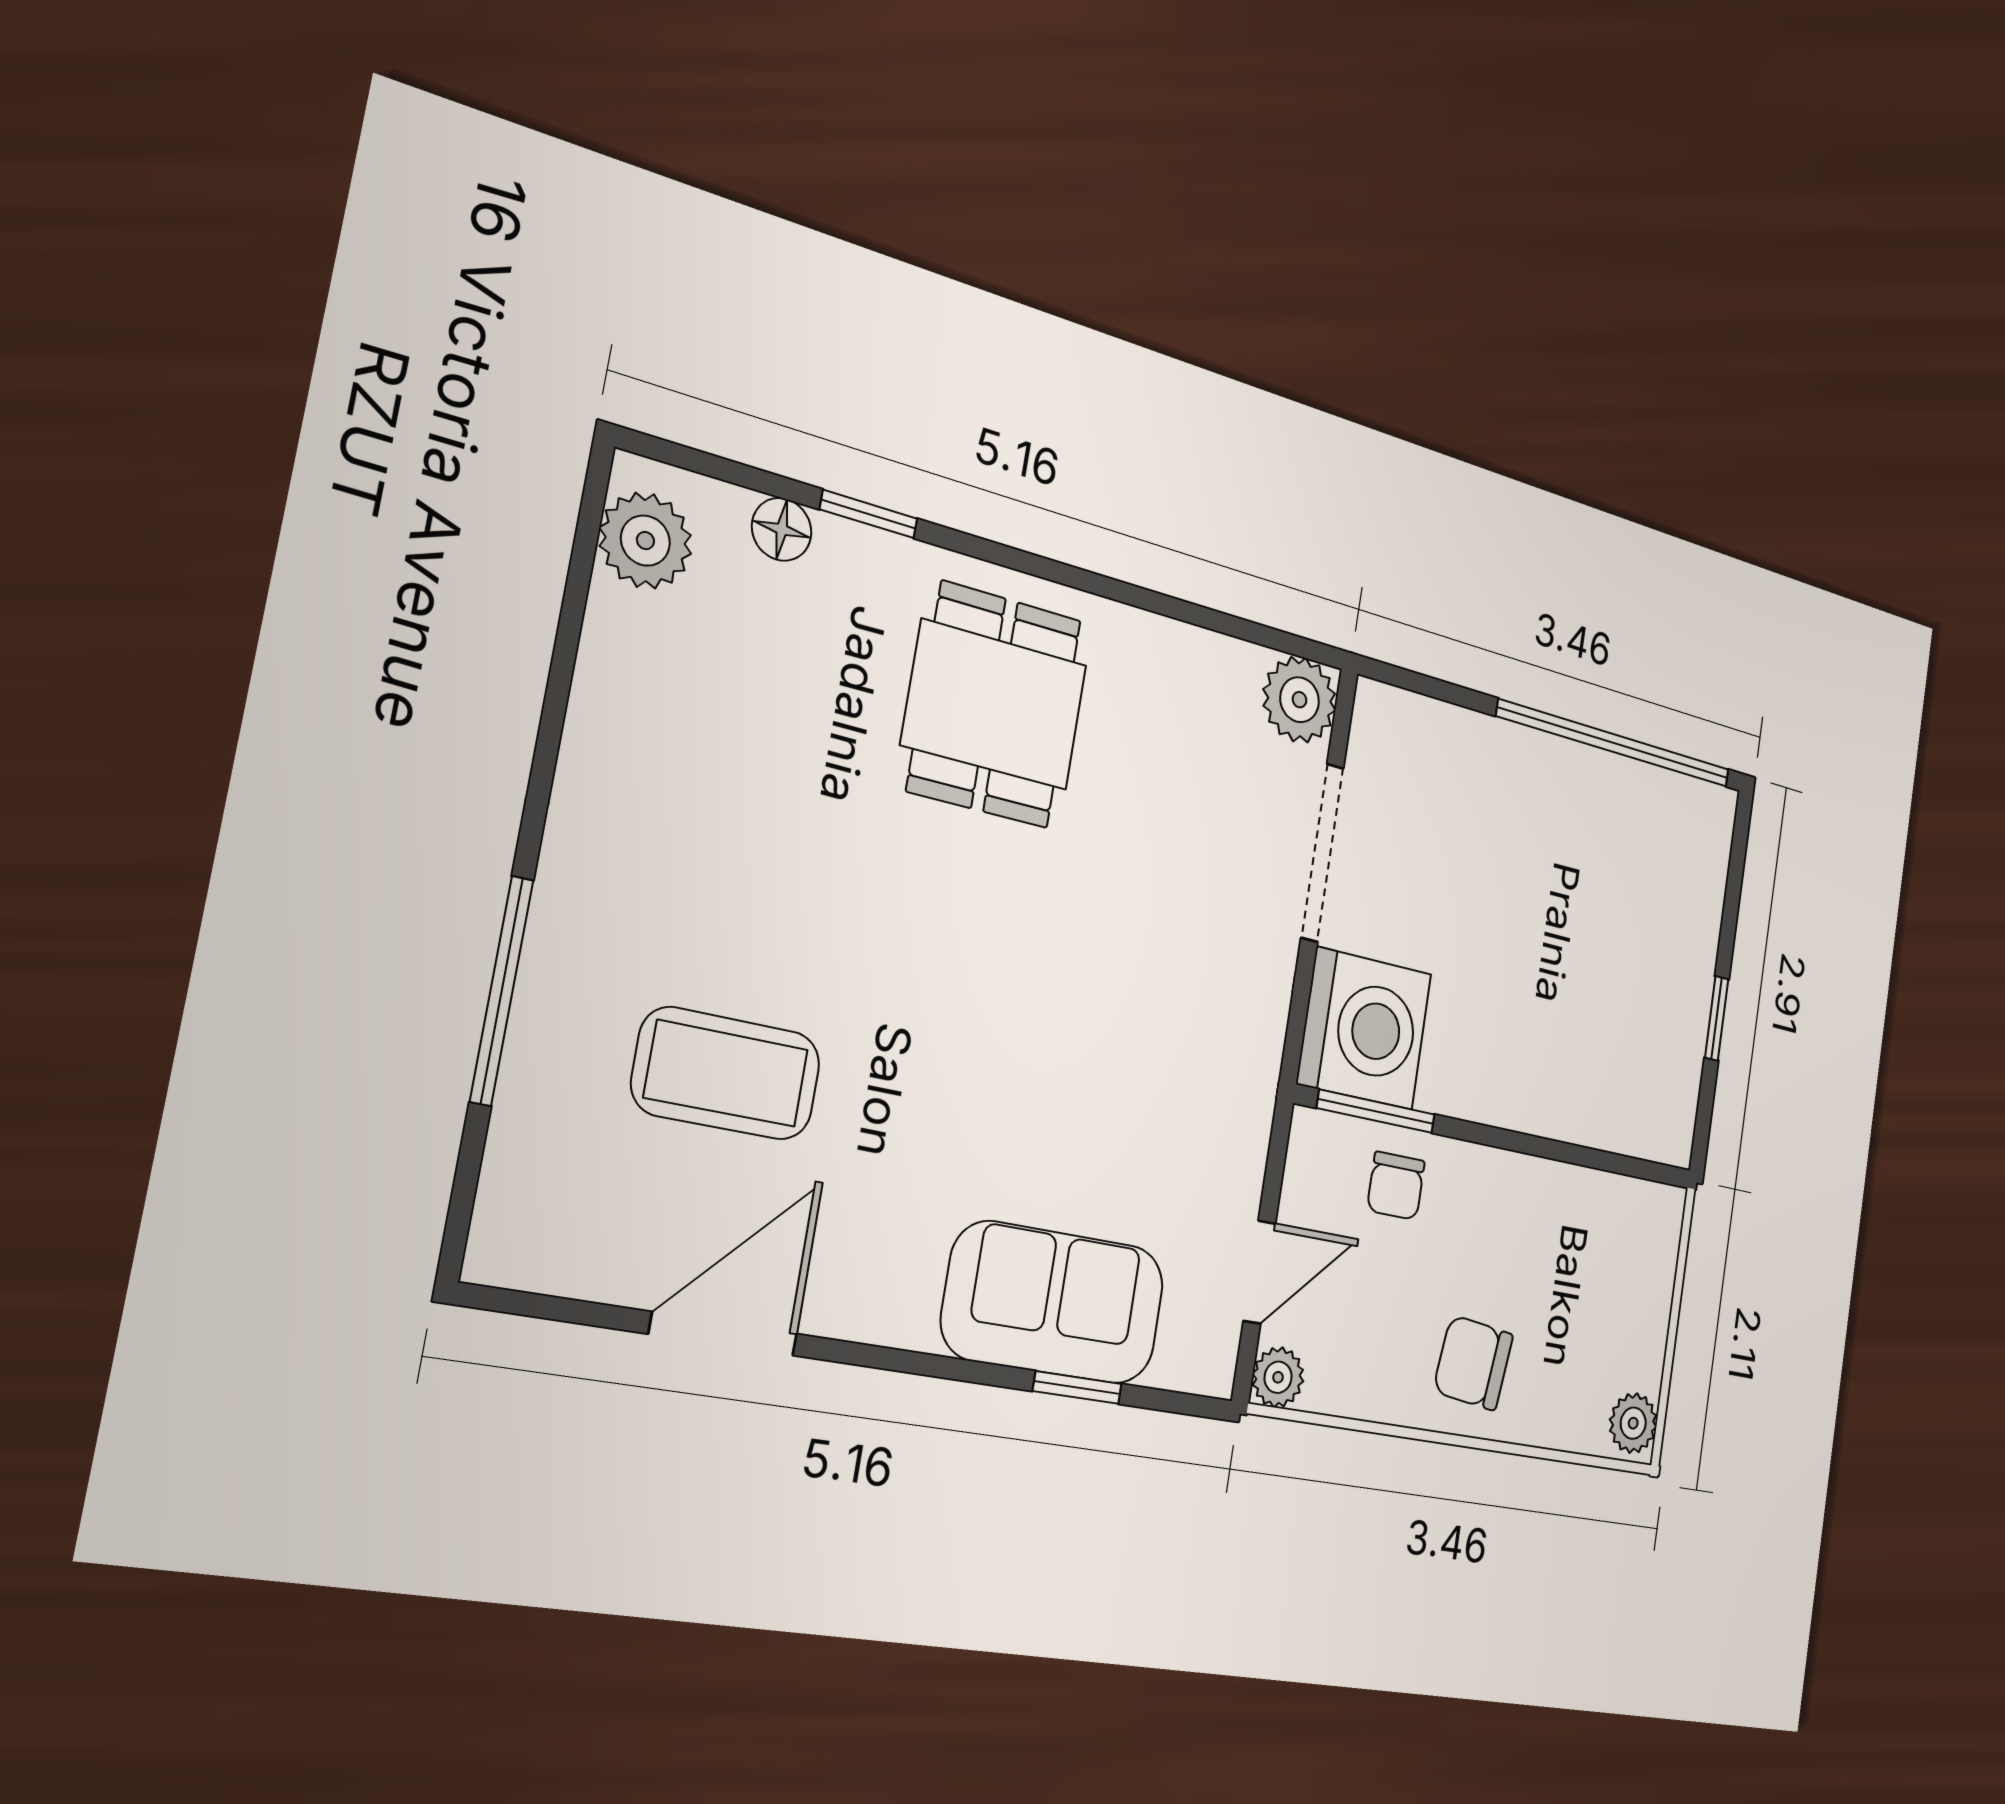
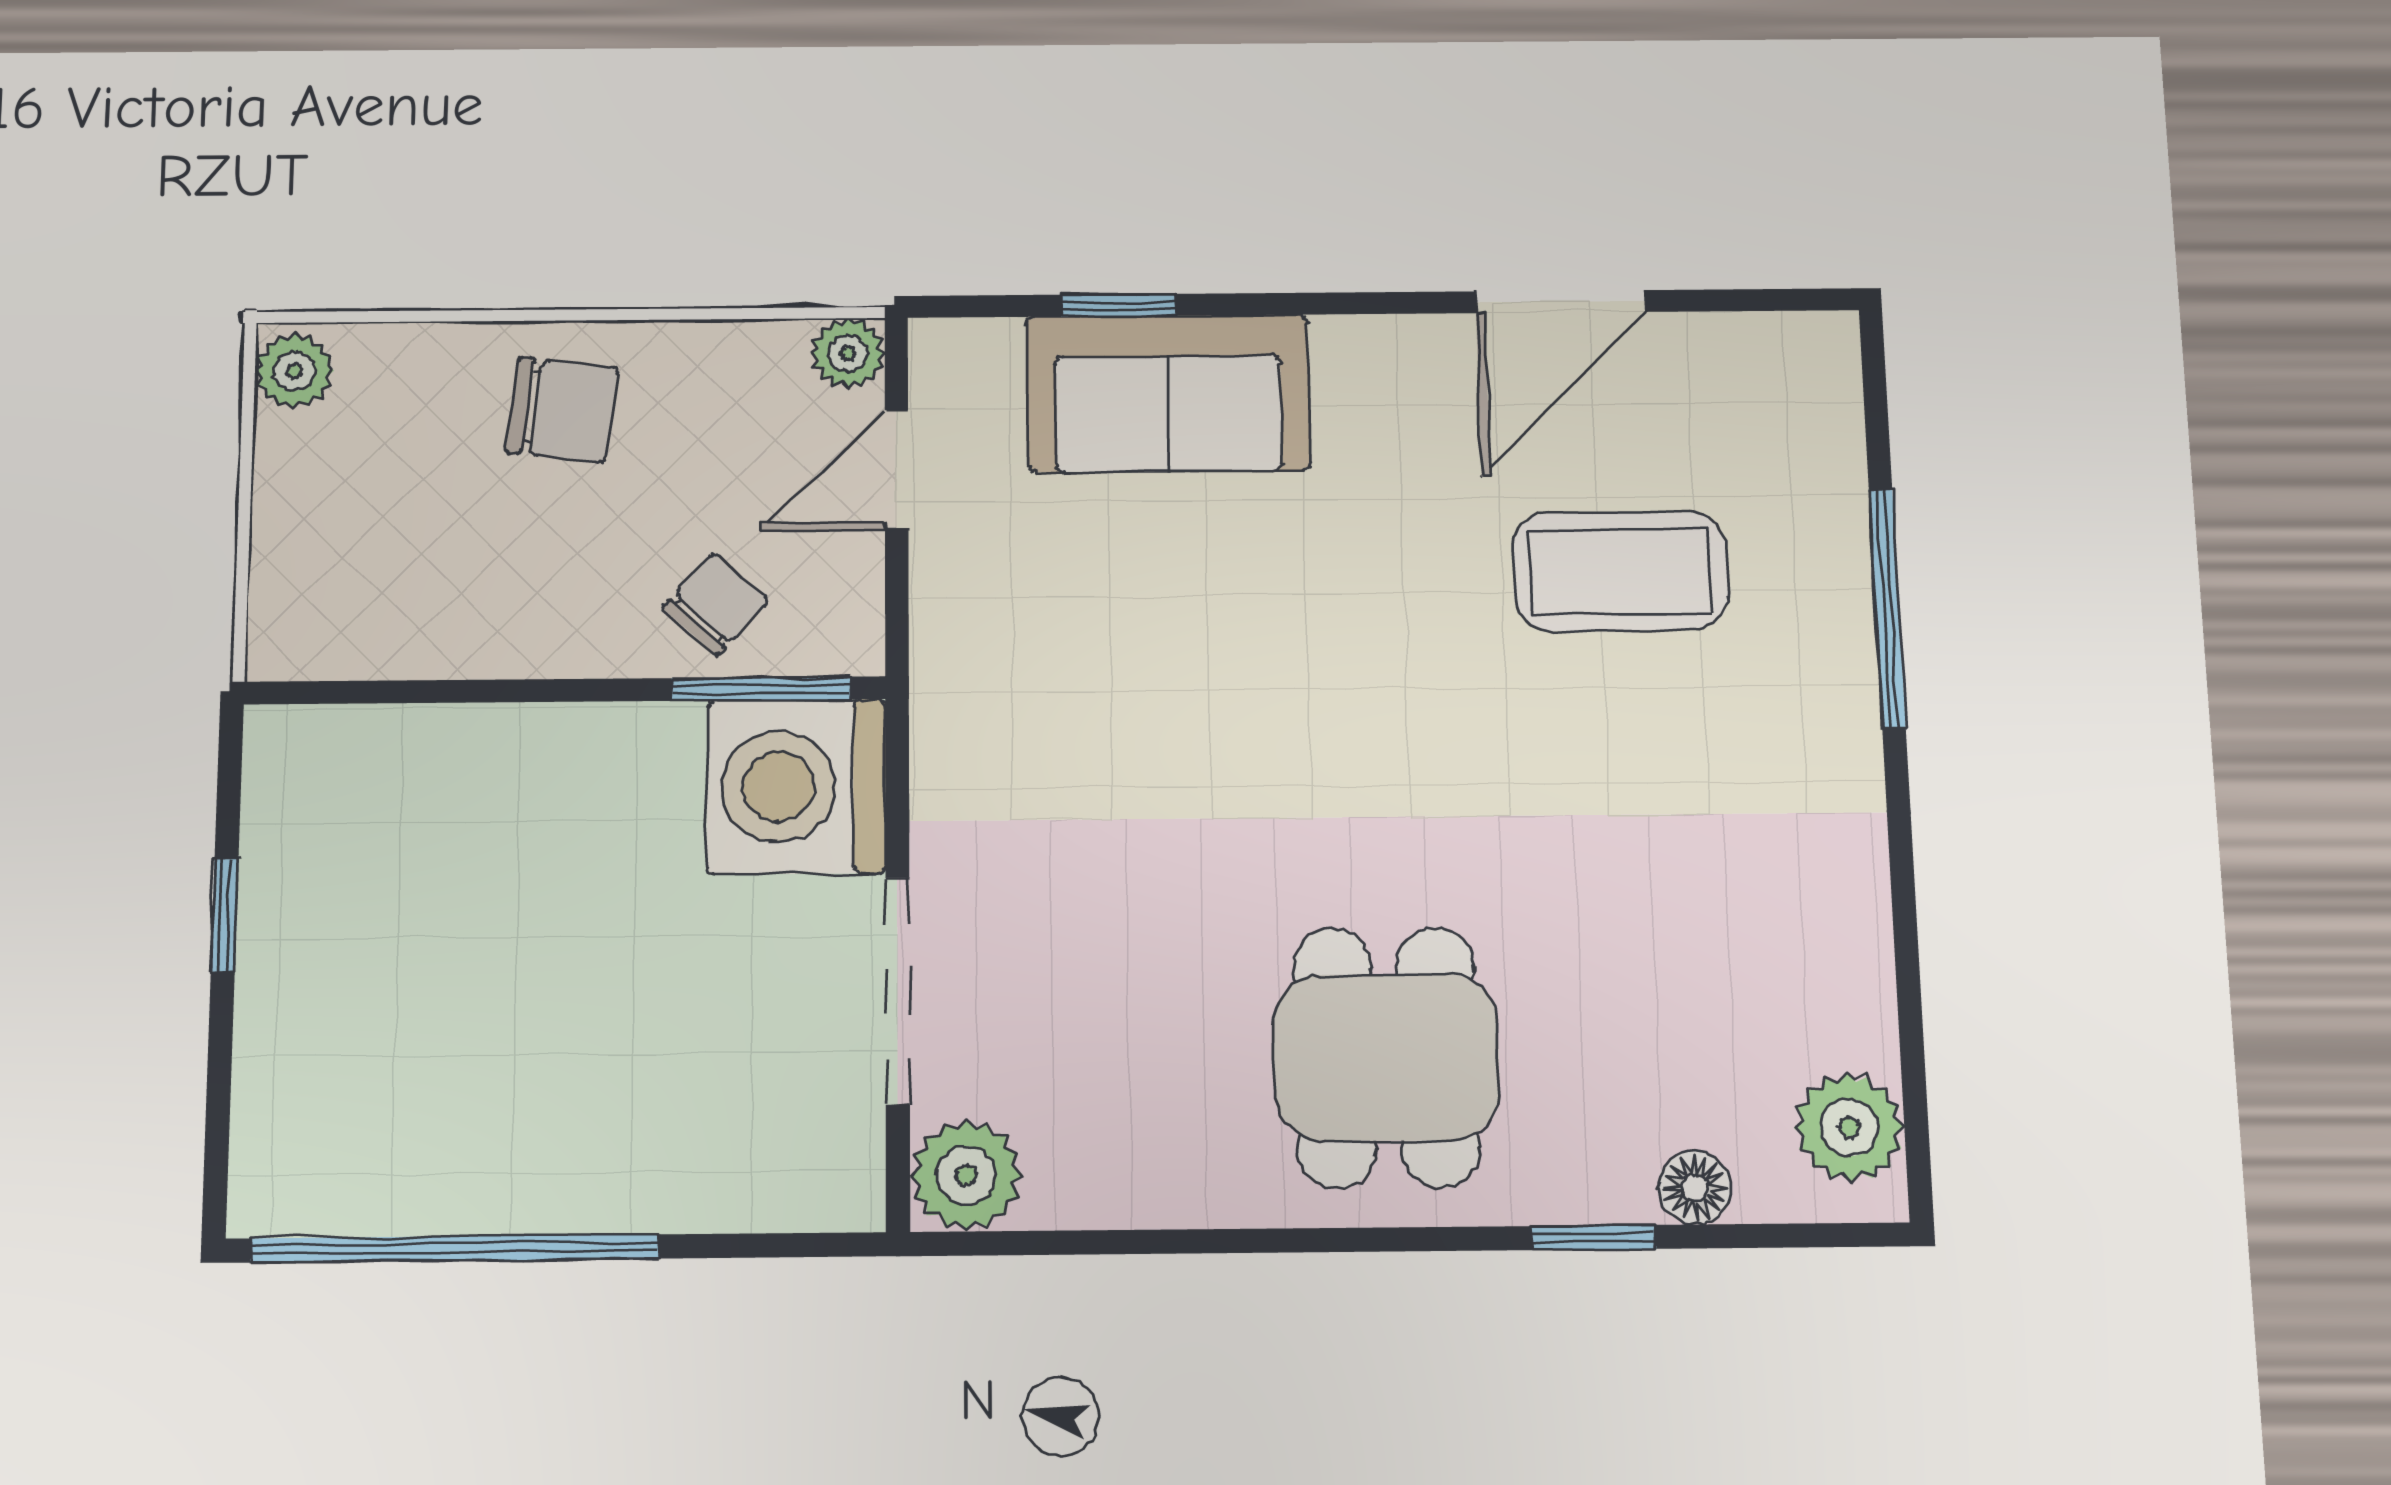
chair: (1396, 1186) -> (716, 604), turned 42

